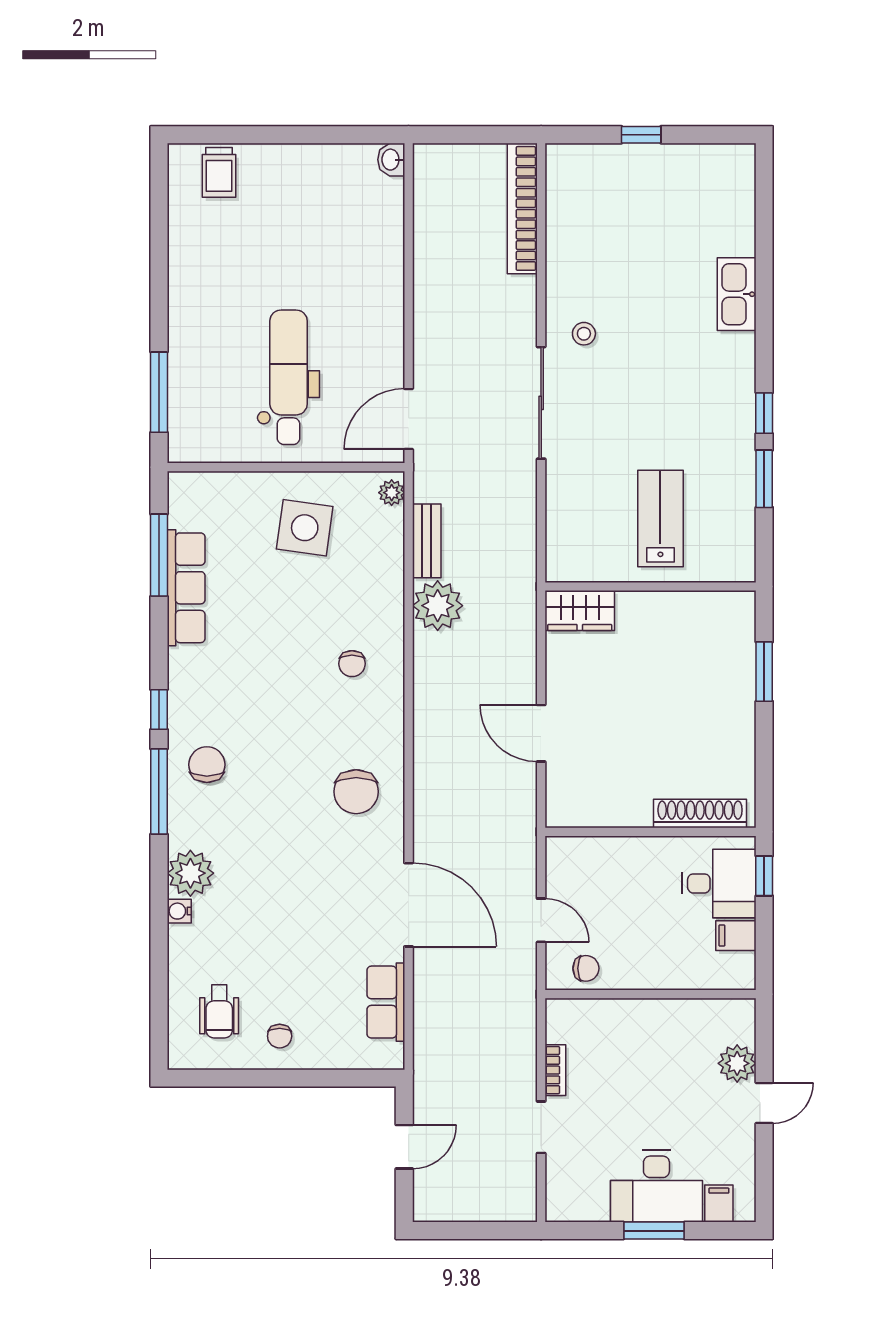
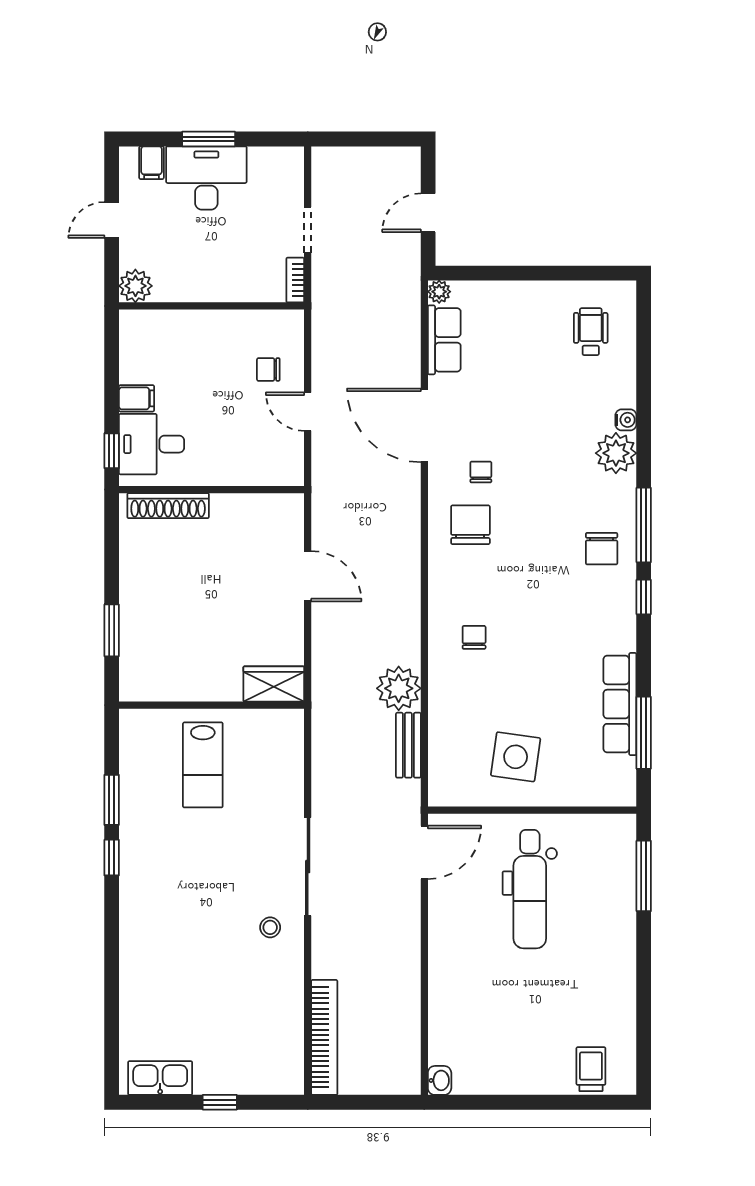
kitchen sink: (737, 294) -> (160, 1078), moved, turned -90
plant: (392, 493) -> (439, 292), moved
wall: (651, 994) -> (212, 306), moved
chair: (280, 1036) -> (481, 472), moved
door: (764, 1103) -> (112, 220), moved

